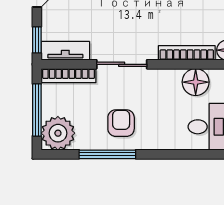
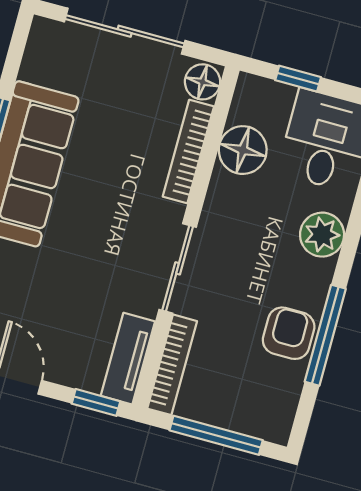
armchair: (121, 123) -> (289, 333), moved, turned 90
plant: (58, 133) -> (322, 235), moved, width x0.73, depth x0.73

